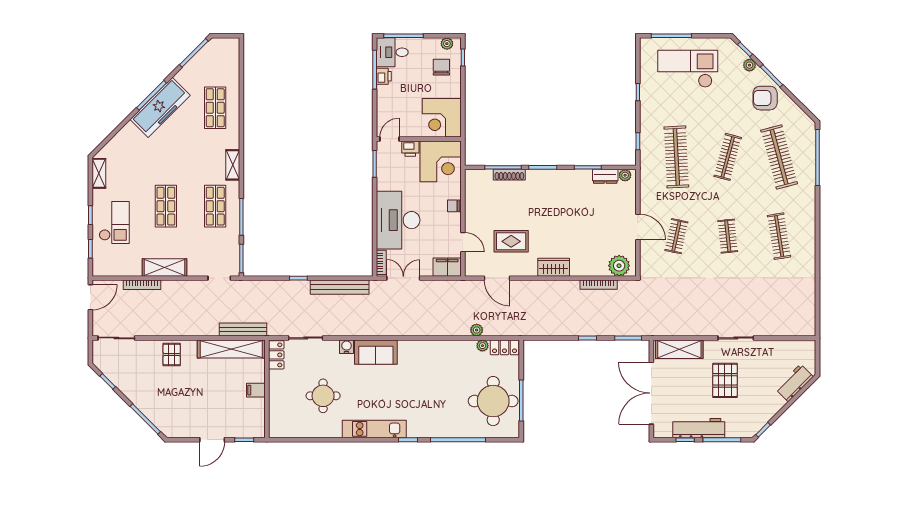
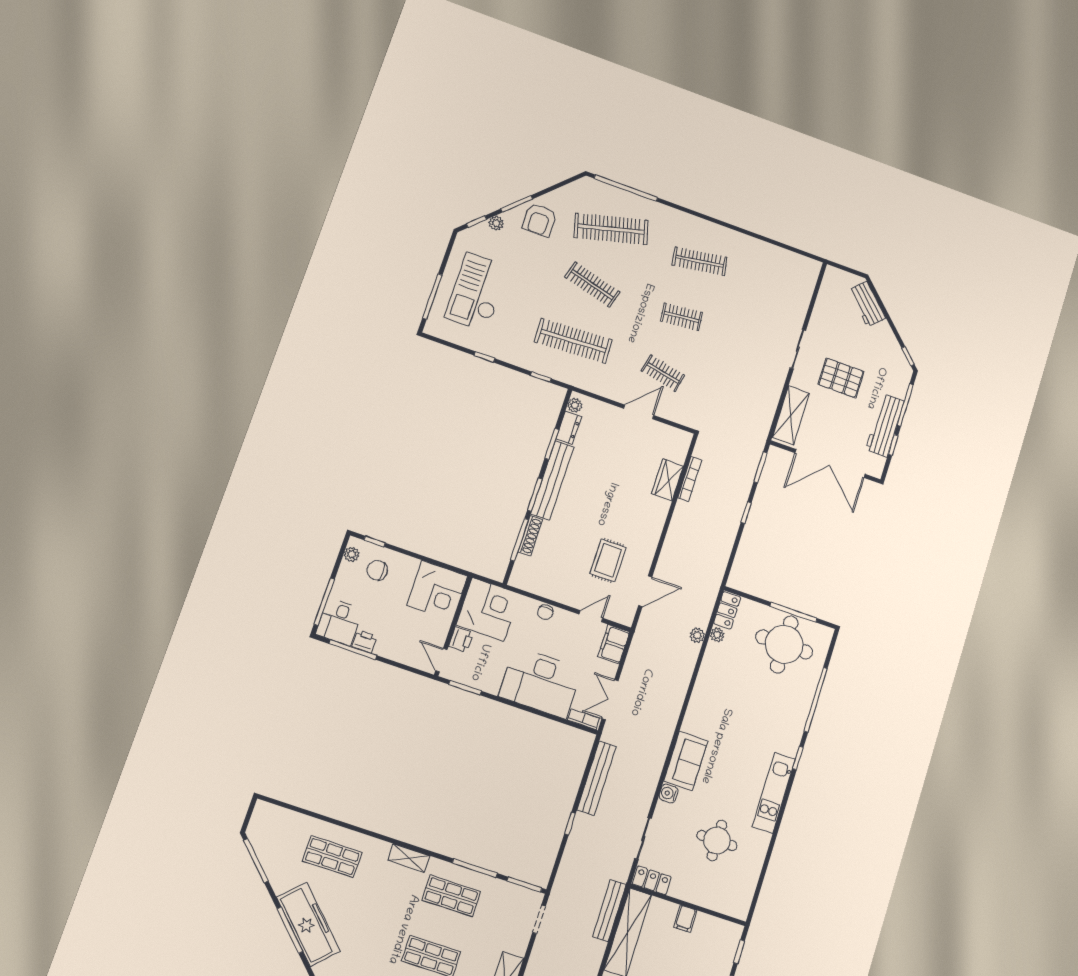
bench: (559, 177) -> (552, 480), added
plant: (619, 266) -> (676, 449), removed
wardrobe: (554, 267) -> (667, 480), moved

